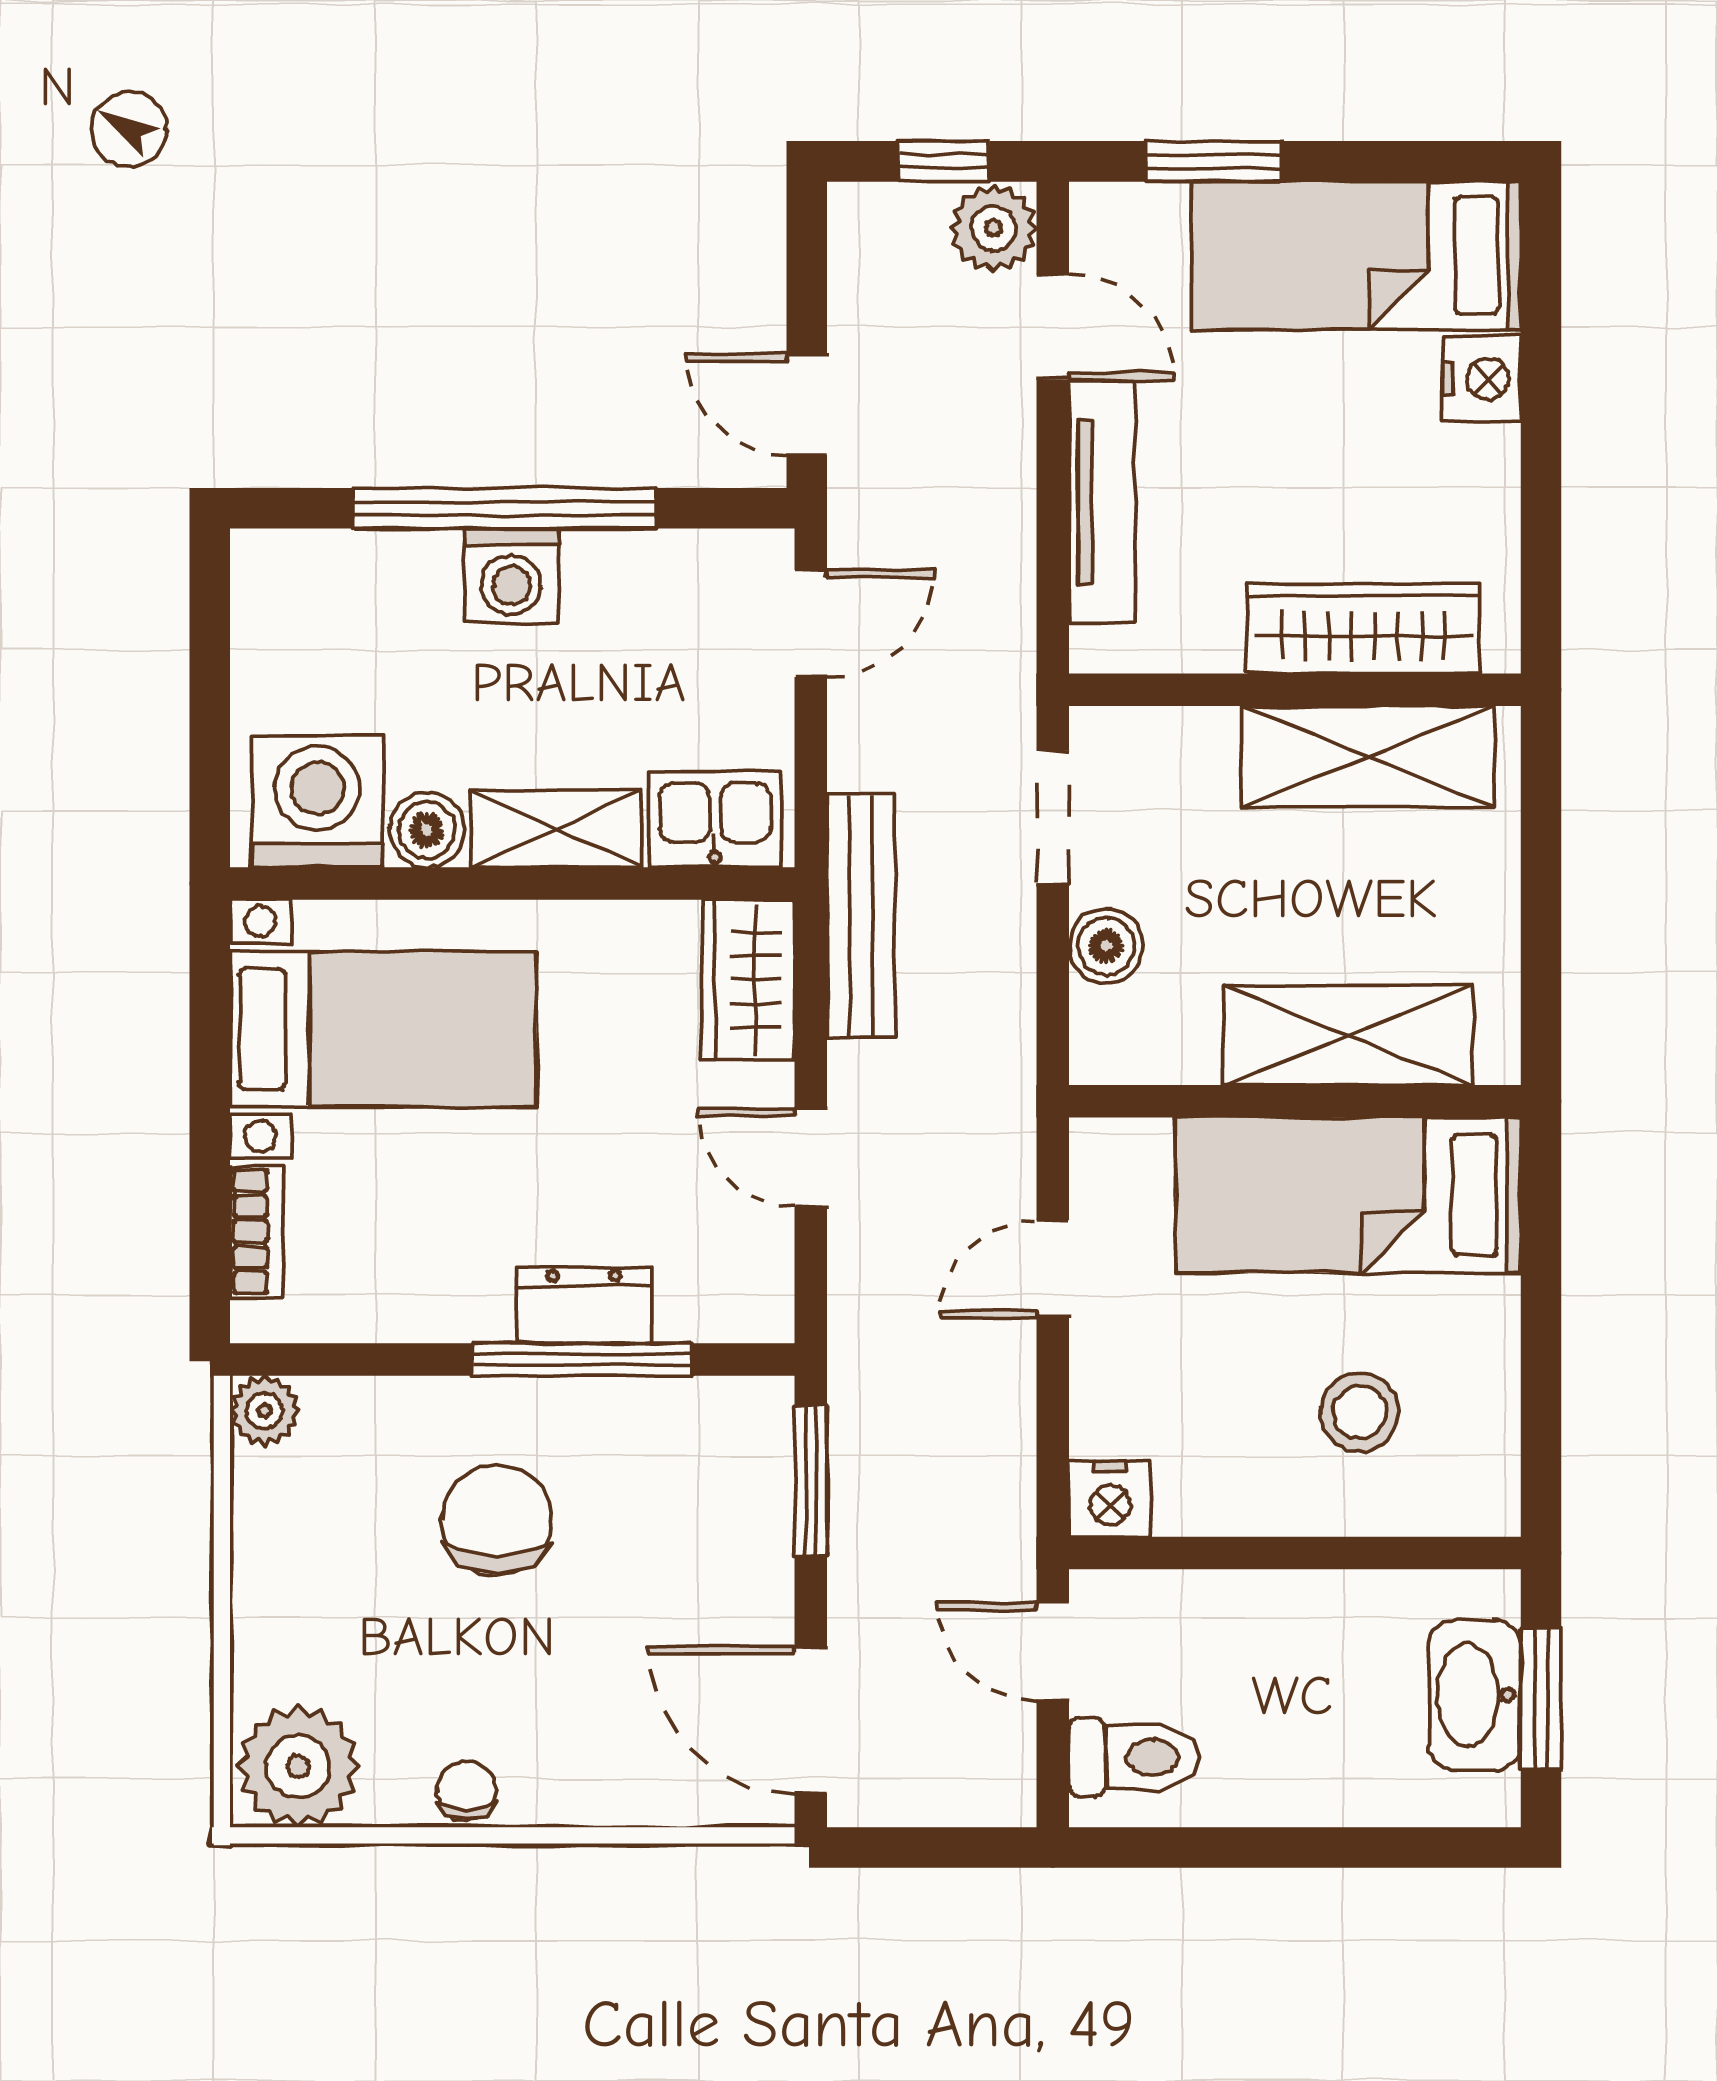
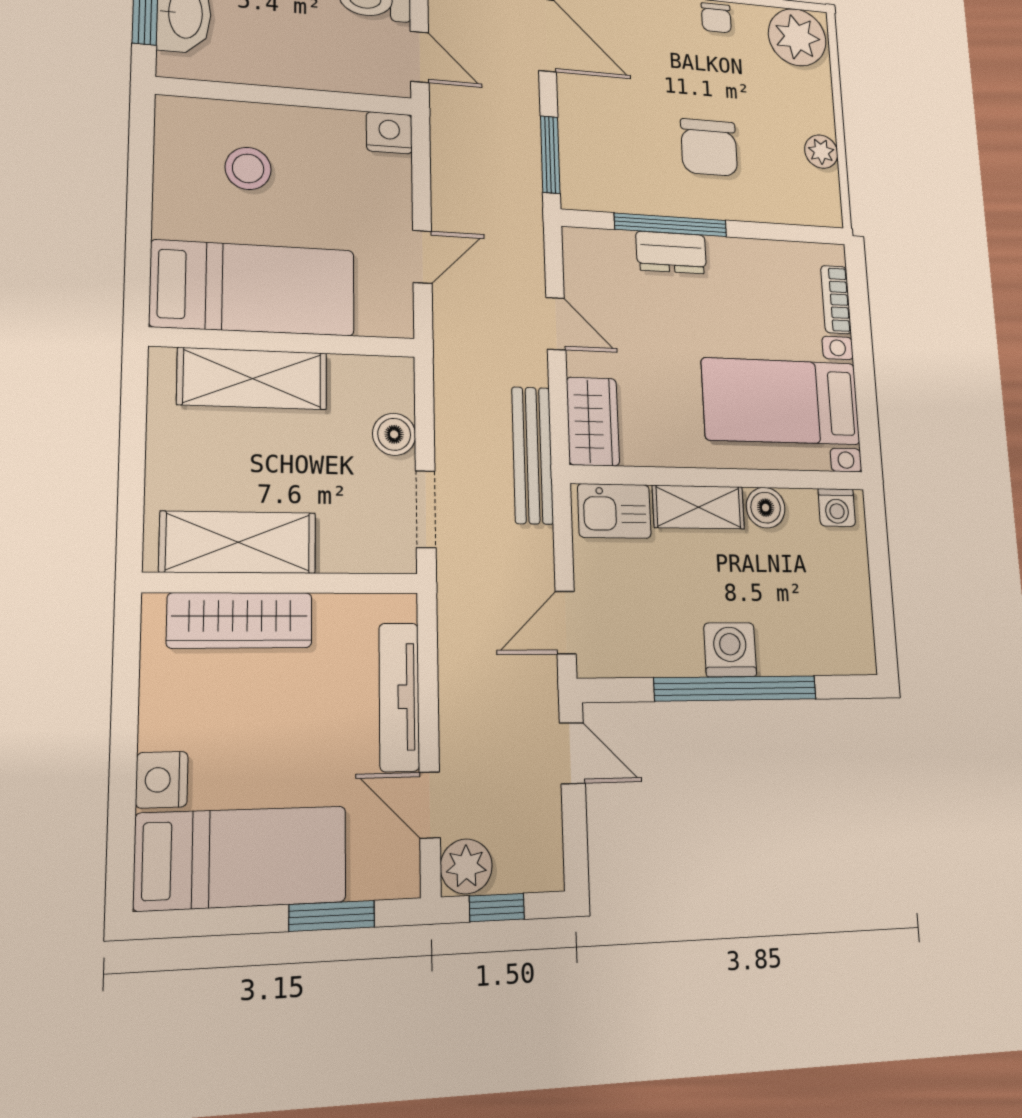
washing machine: (317, 801) -> (837, 507), width x0.53, depth x0.53
plant: (264, 1411) -> (821, 152), moved

